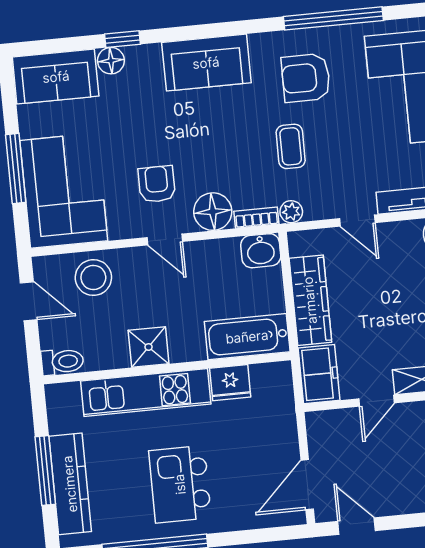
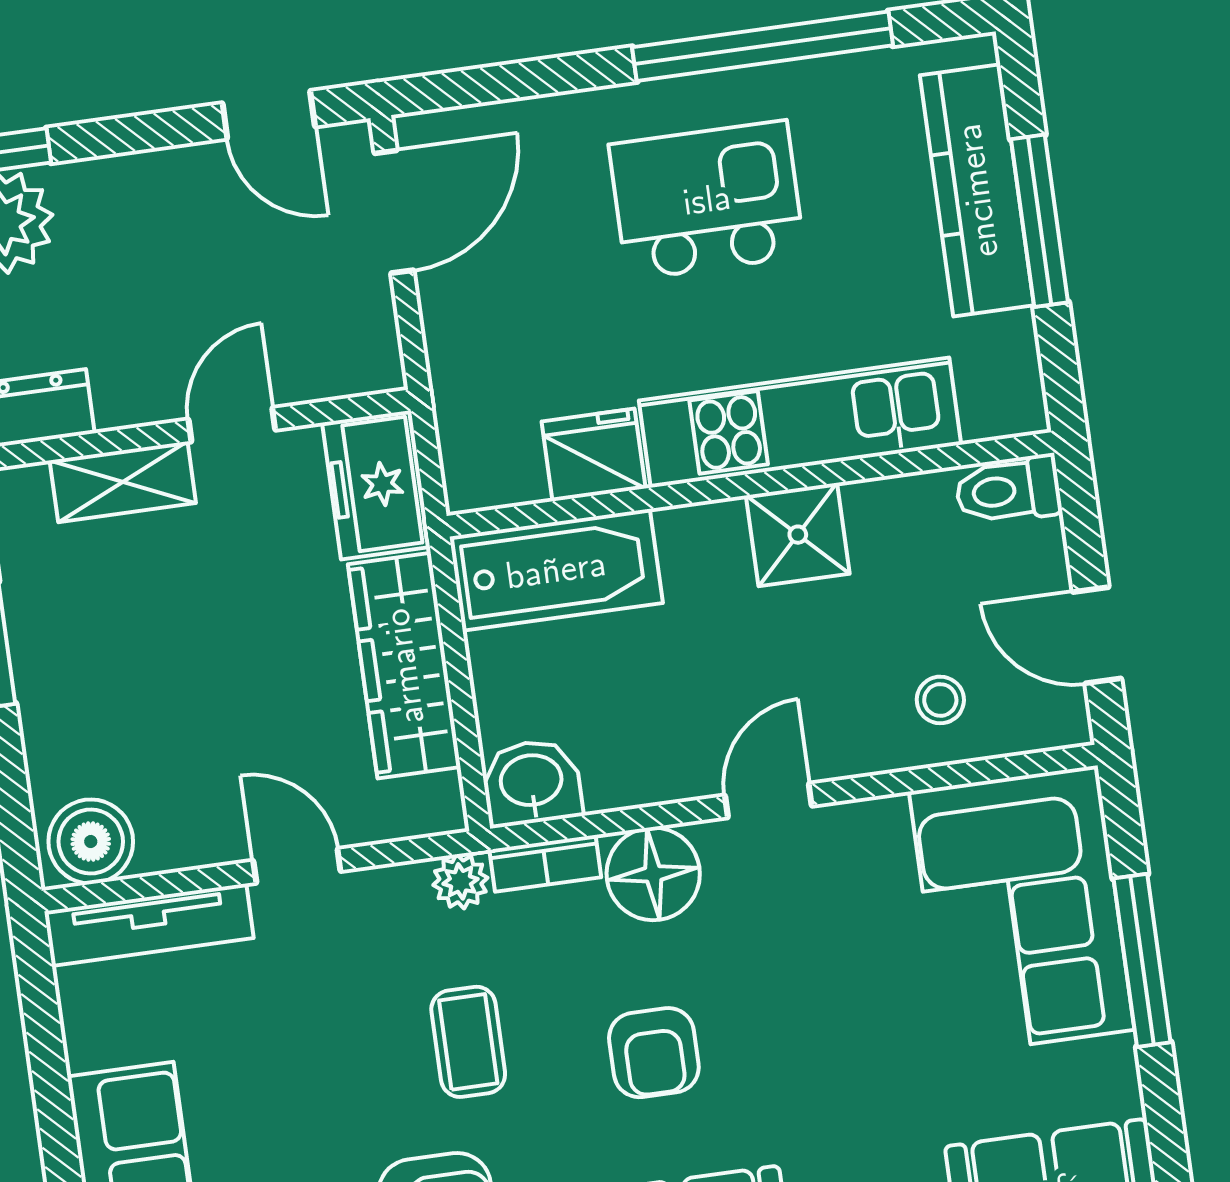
armchair: (157, 184) -> (654, 1053), moved
door: (165, 240) -> (768, 801), hinge flipped
stool: (93, 278) -> (940, 700), width x0.53, depth x0.53
kitchen island: (180, 484) -> (707, 200), turned -90

